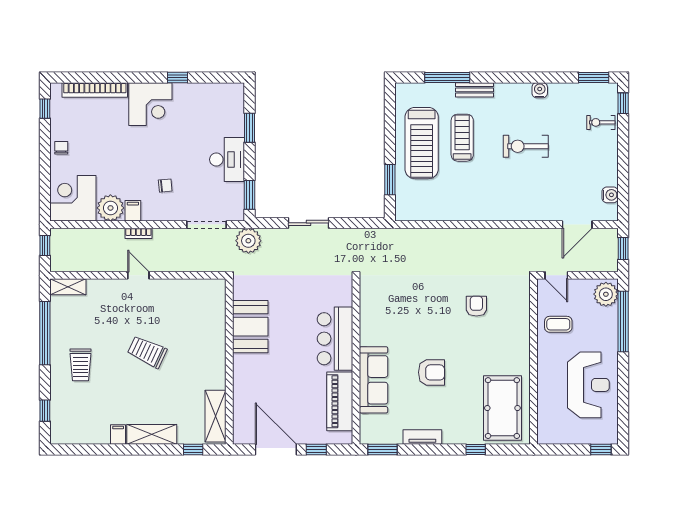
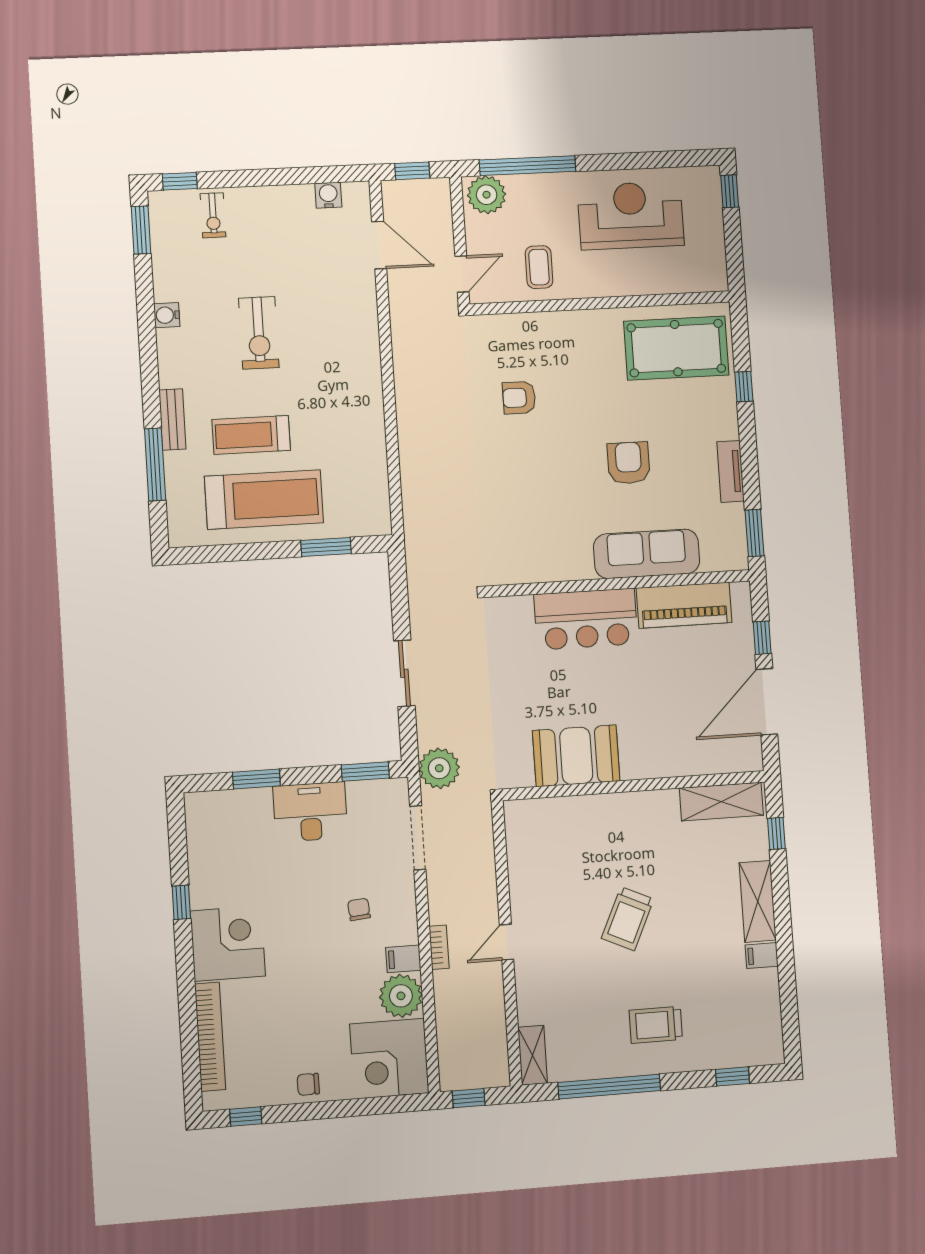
trolley: (80, 365) -> (656, 1025), turned 180

